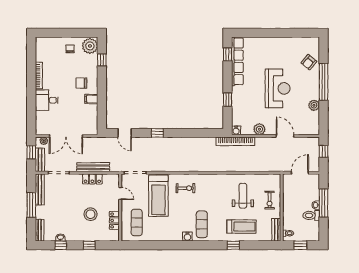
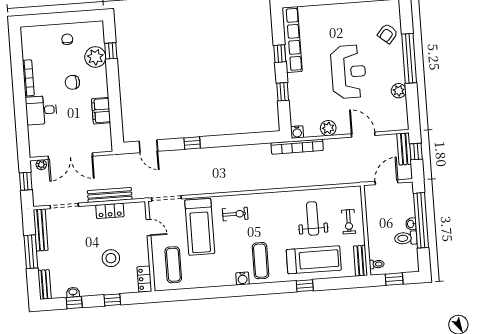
plant: (90, 46) -> (95, 57), moved
window: (227, 54) -> (280, 54), moved
chair: (81, 83) -> (72, 82), moved
filing cabinet: (91, 99) -> (101, 111), width x2.00
bench: (40, 160) -> (404, 149), moved
window: (324, 203) -> (421, 220), width x1.46
locker: (114, 220) -> (144, 279), moved
treadmill: (241, 227) -> (314, 260), width x1.37, depth x1.38

